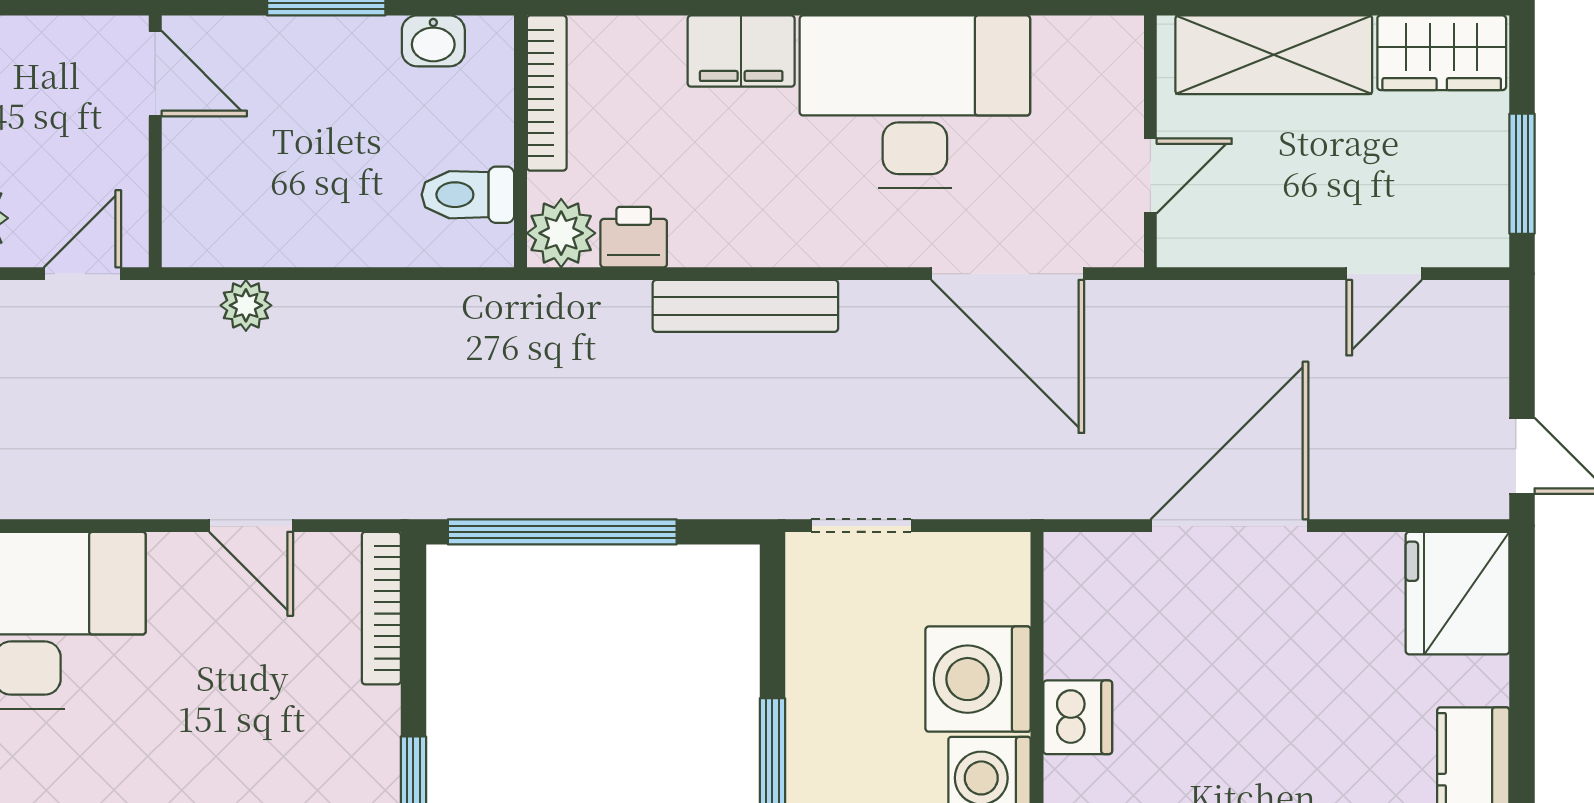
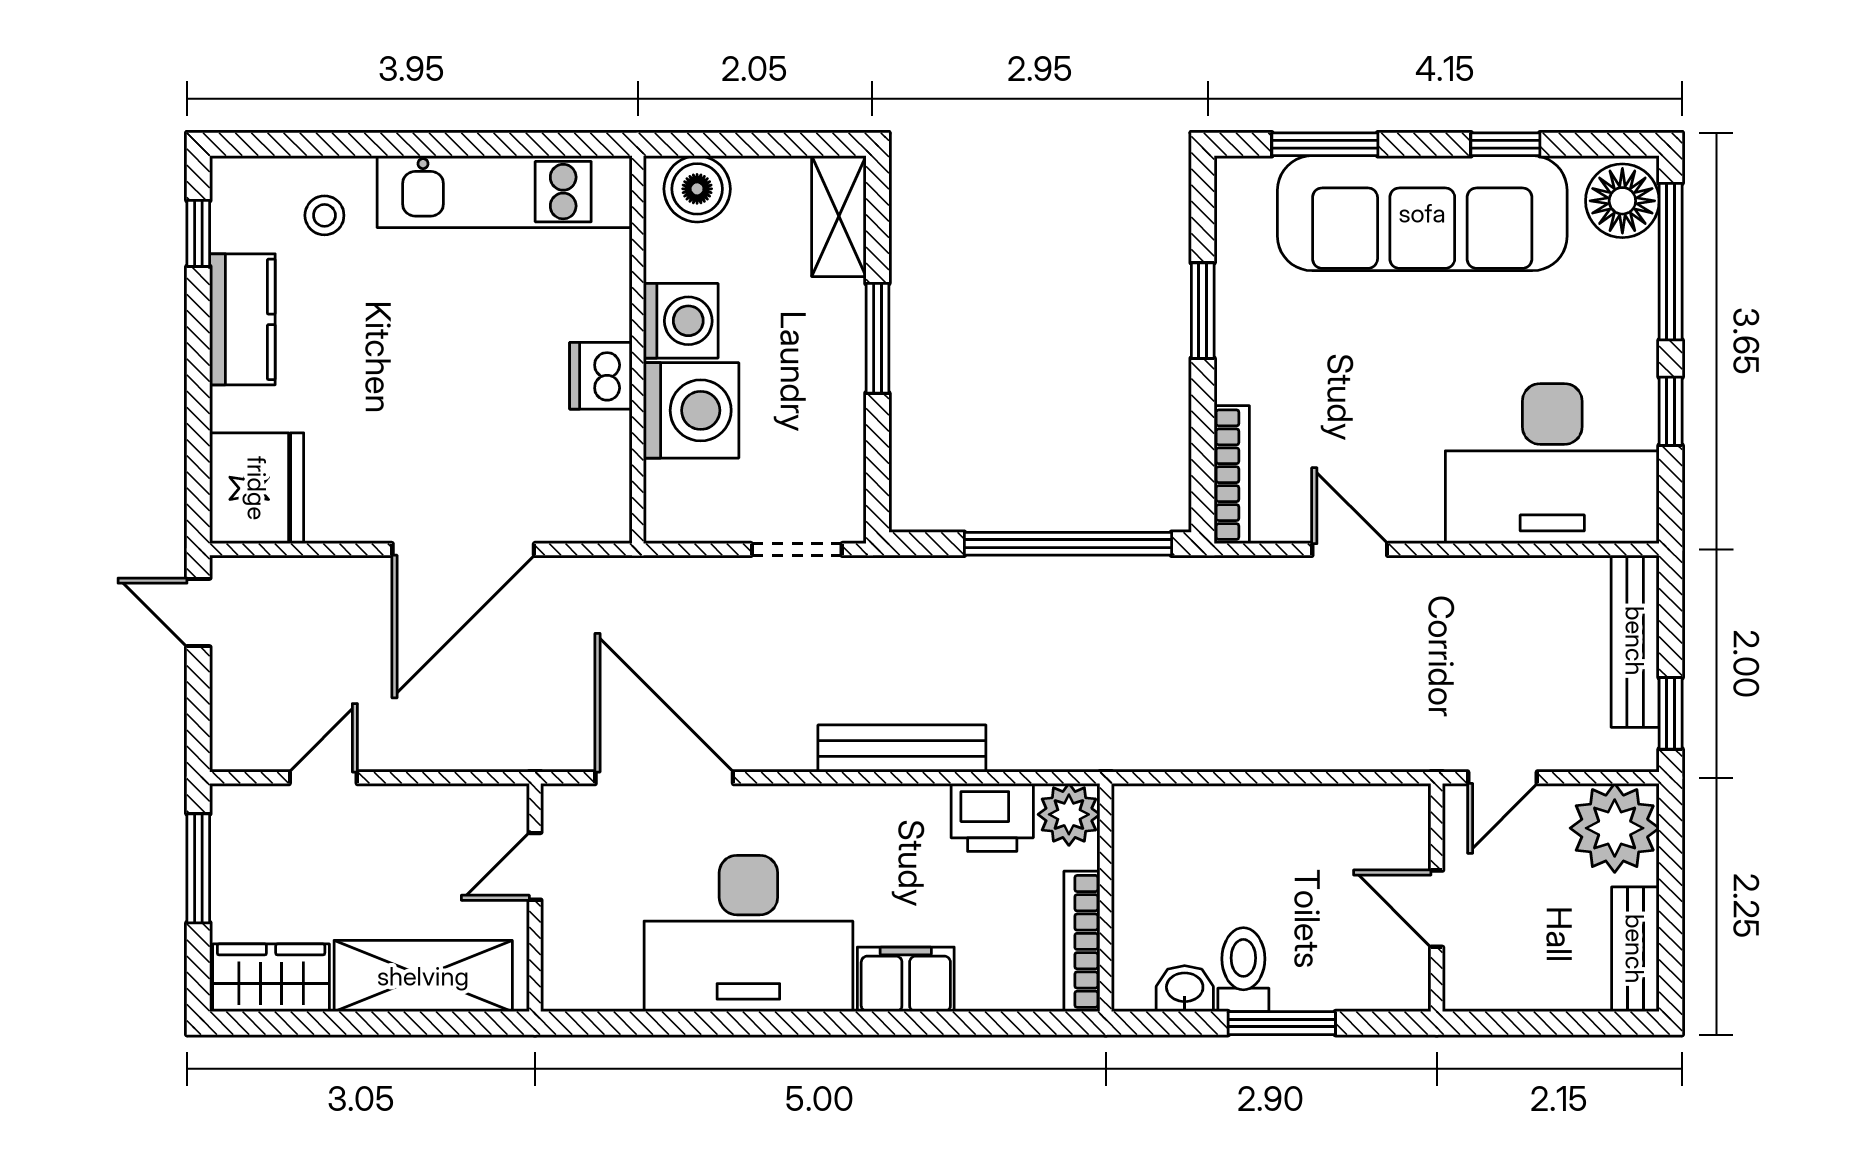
door: (155, 74) -> (1437, 909), moved
toilet: (468, 195) -> (1243, 970), moved, turned -90
printer: (634, 237) -> (992, 817), width x1.36, depth x1.24
plant: (246, 305) -> (1355, 749), removed

